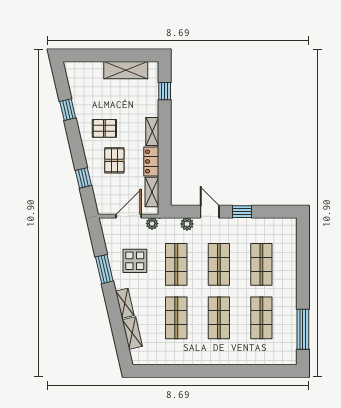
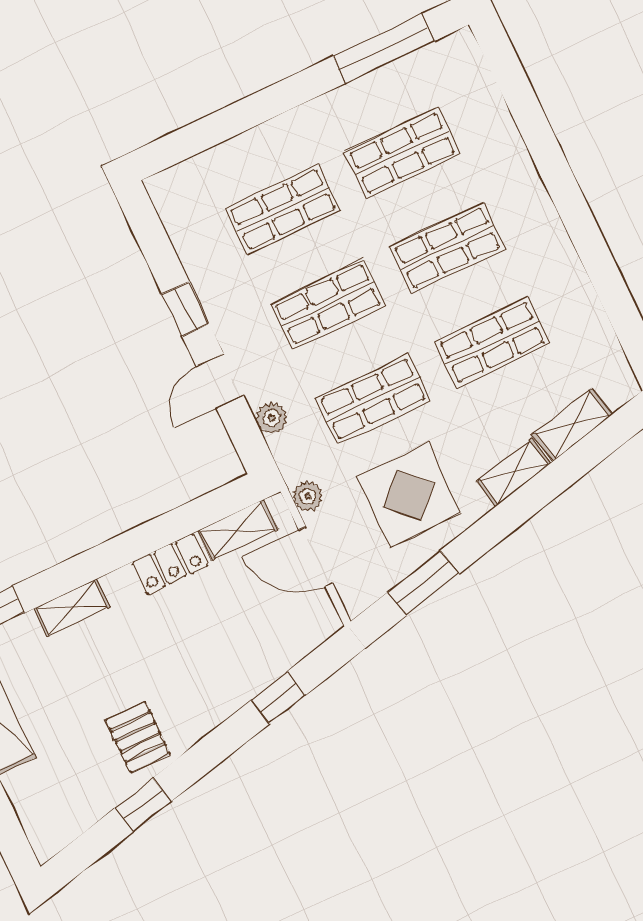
pallet: (104, 128) -> (138, 737), moved
shelving: (152, 132) -> (72, 608), moved
pallet: (114, 160) -> (207, 647), removed
display table: (135, 261) -> (409, 495), width x1.36, depth x1.36
window: (104, 269) -> (423, 583), moved

